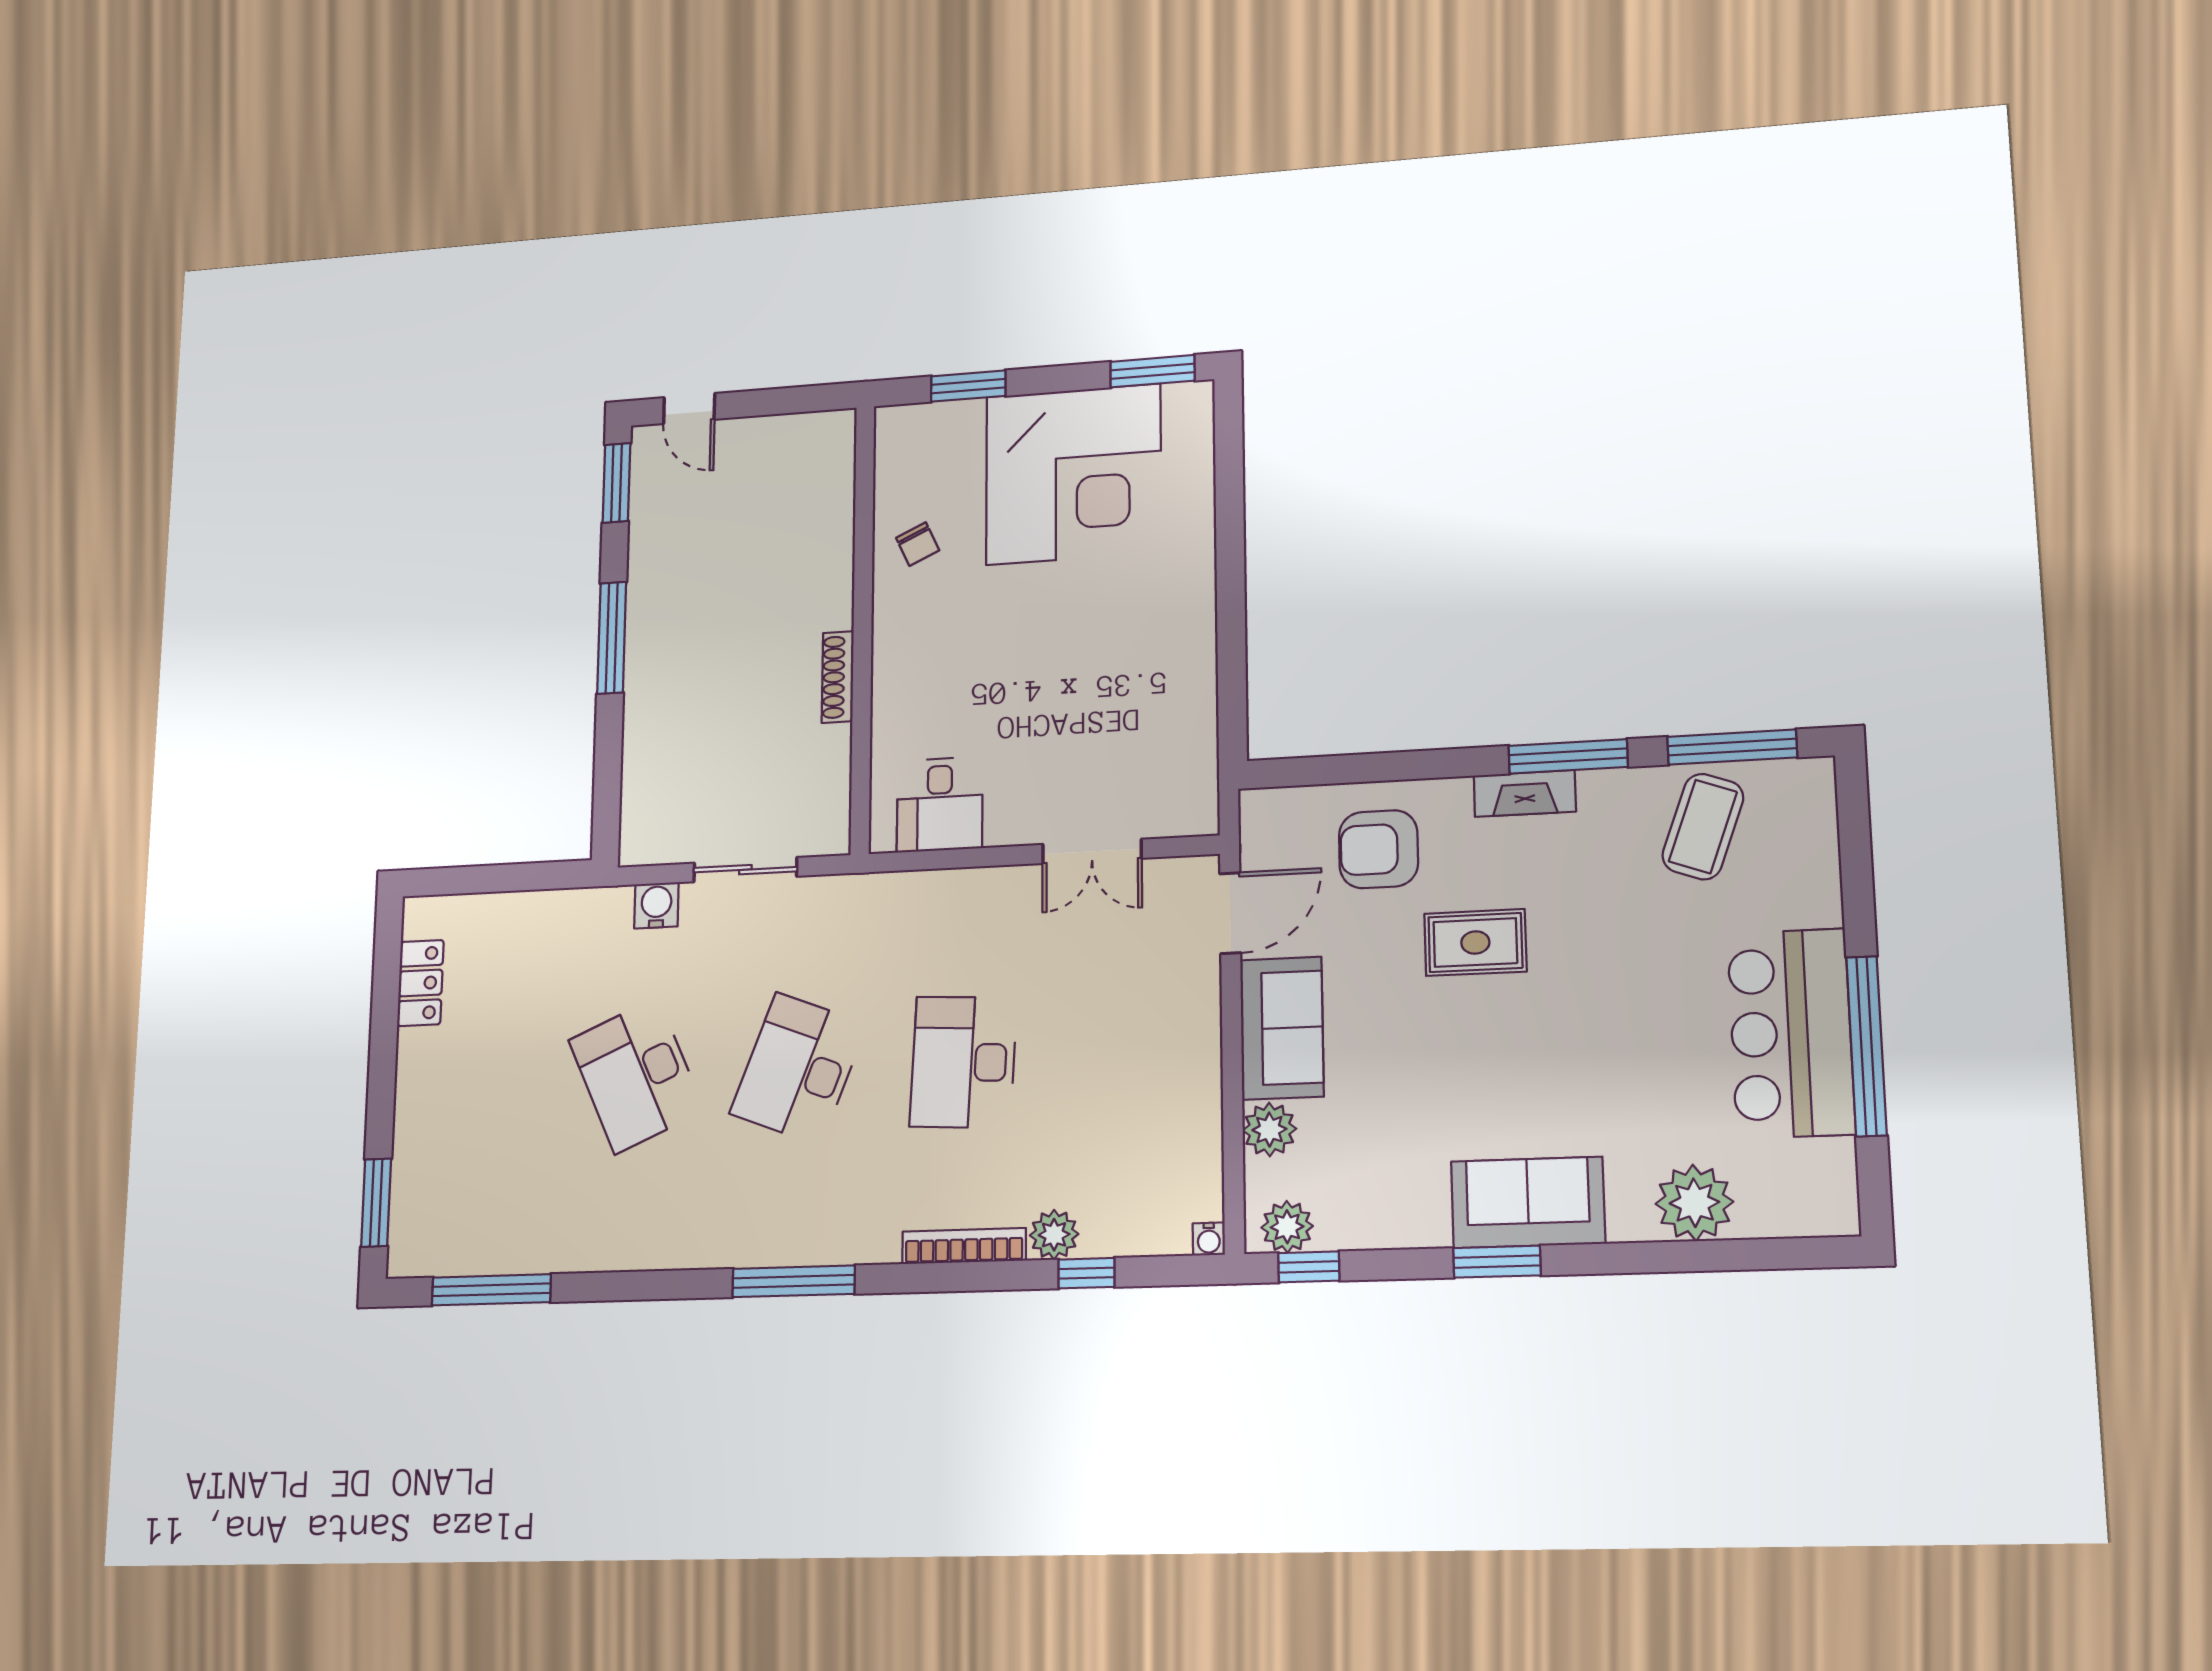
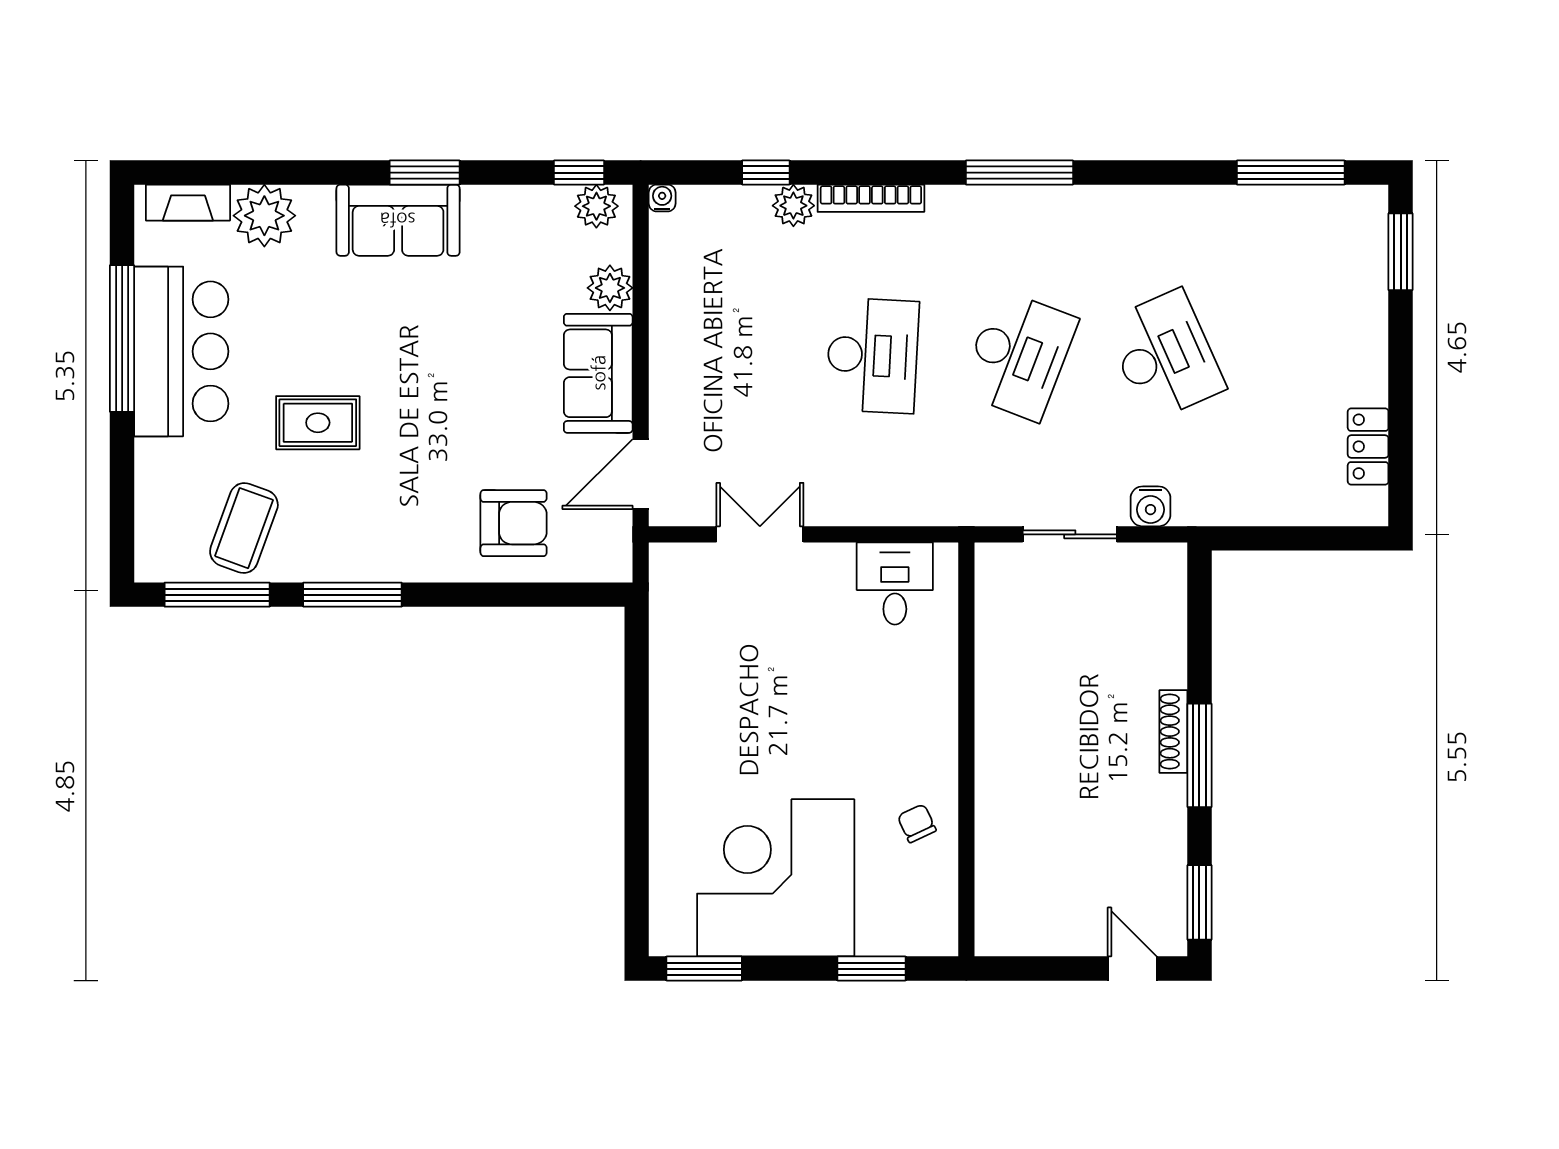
shoe rack: (838, 677) -> (1173, 731), moved, turned 180
fireplace: (1525, 793) -> (188, 203), moved, turned 180
rug: (1475, 942) -> (318, 423), moved

